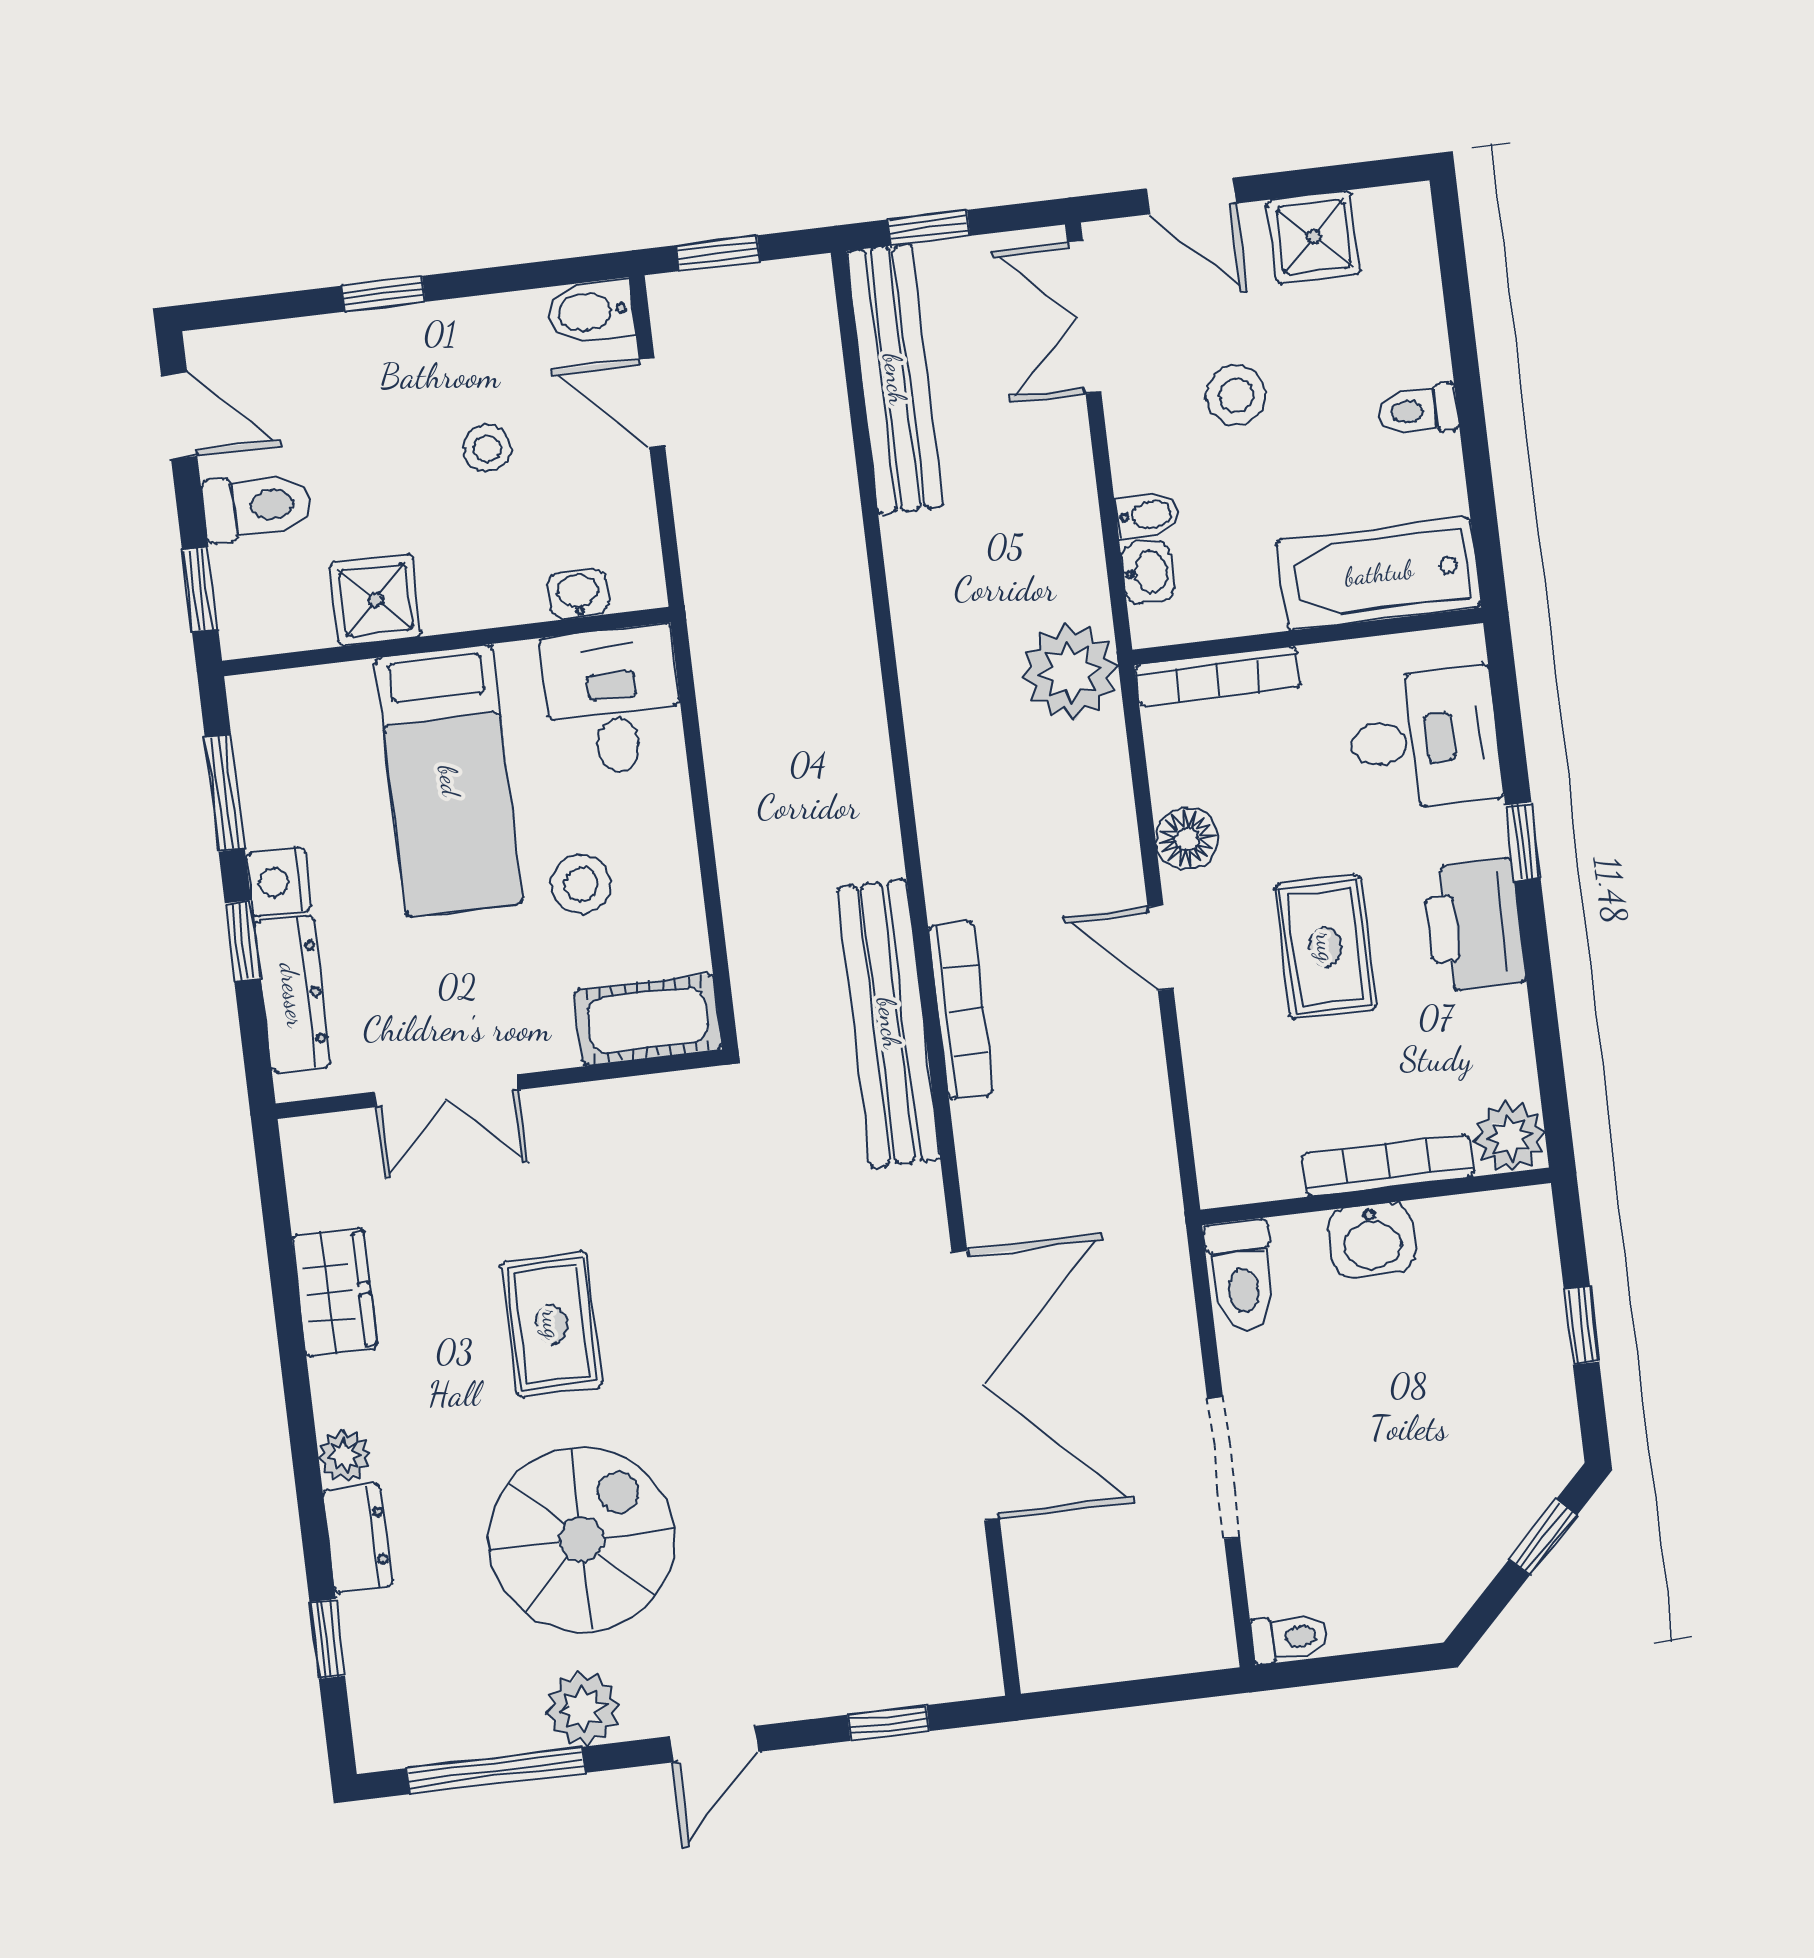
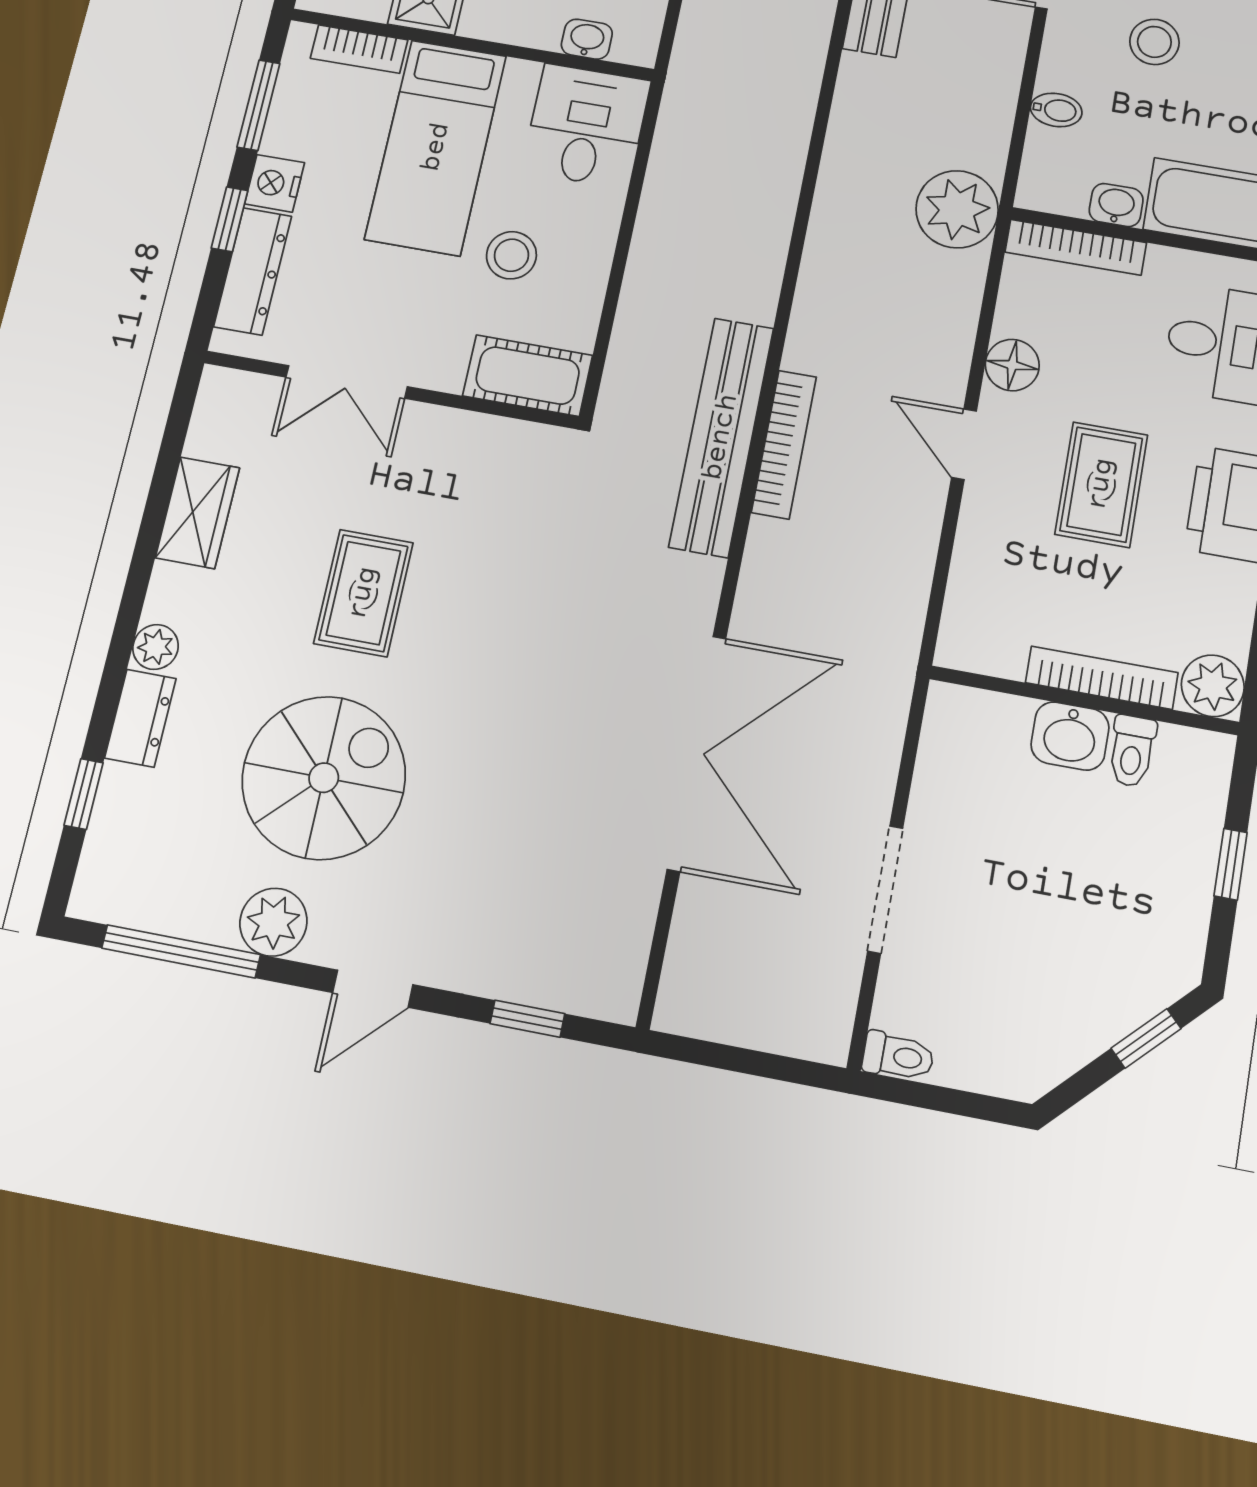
washbasin: (1148, 572) -> (1116, 205), moved, turned -90
bookcase: (317, 688) -> (359, 49), added
toilet: (1241, 1275) -> (1132, 751), moved, width x0.73, depth x0.72

